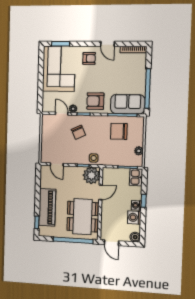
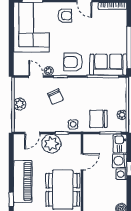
chair: (119, 131) -> (98, 119), moved
plant: (46, 138) -> (20, 104), added
door: (57, 164) -> (32, 133), hinge flipped
plant: (91, 175) -> (51, 144), moved
washing machine: (134, 217) -> (120, 161), moved

